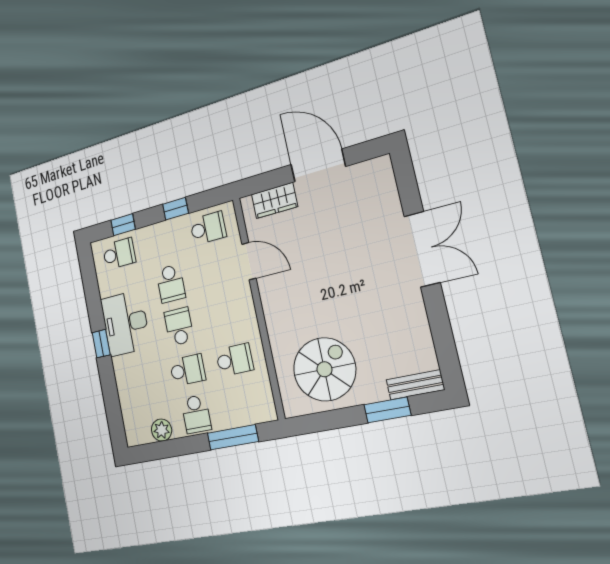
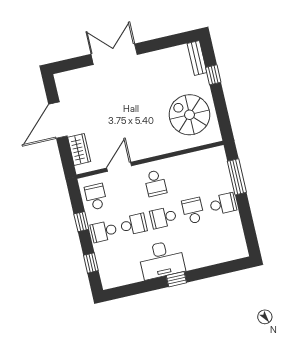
school desk: (119, 254) -> (104, 231), moved, turned -90
school desk: (235, 360) -> (155, 183), moved, turned 180
window: (387, 410) -> (213, 75), width x0.67
plant: (162, 430) -> (235, 230), removed

